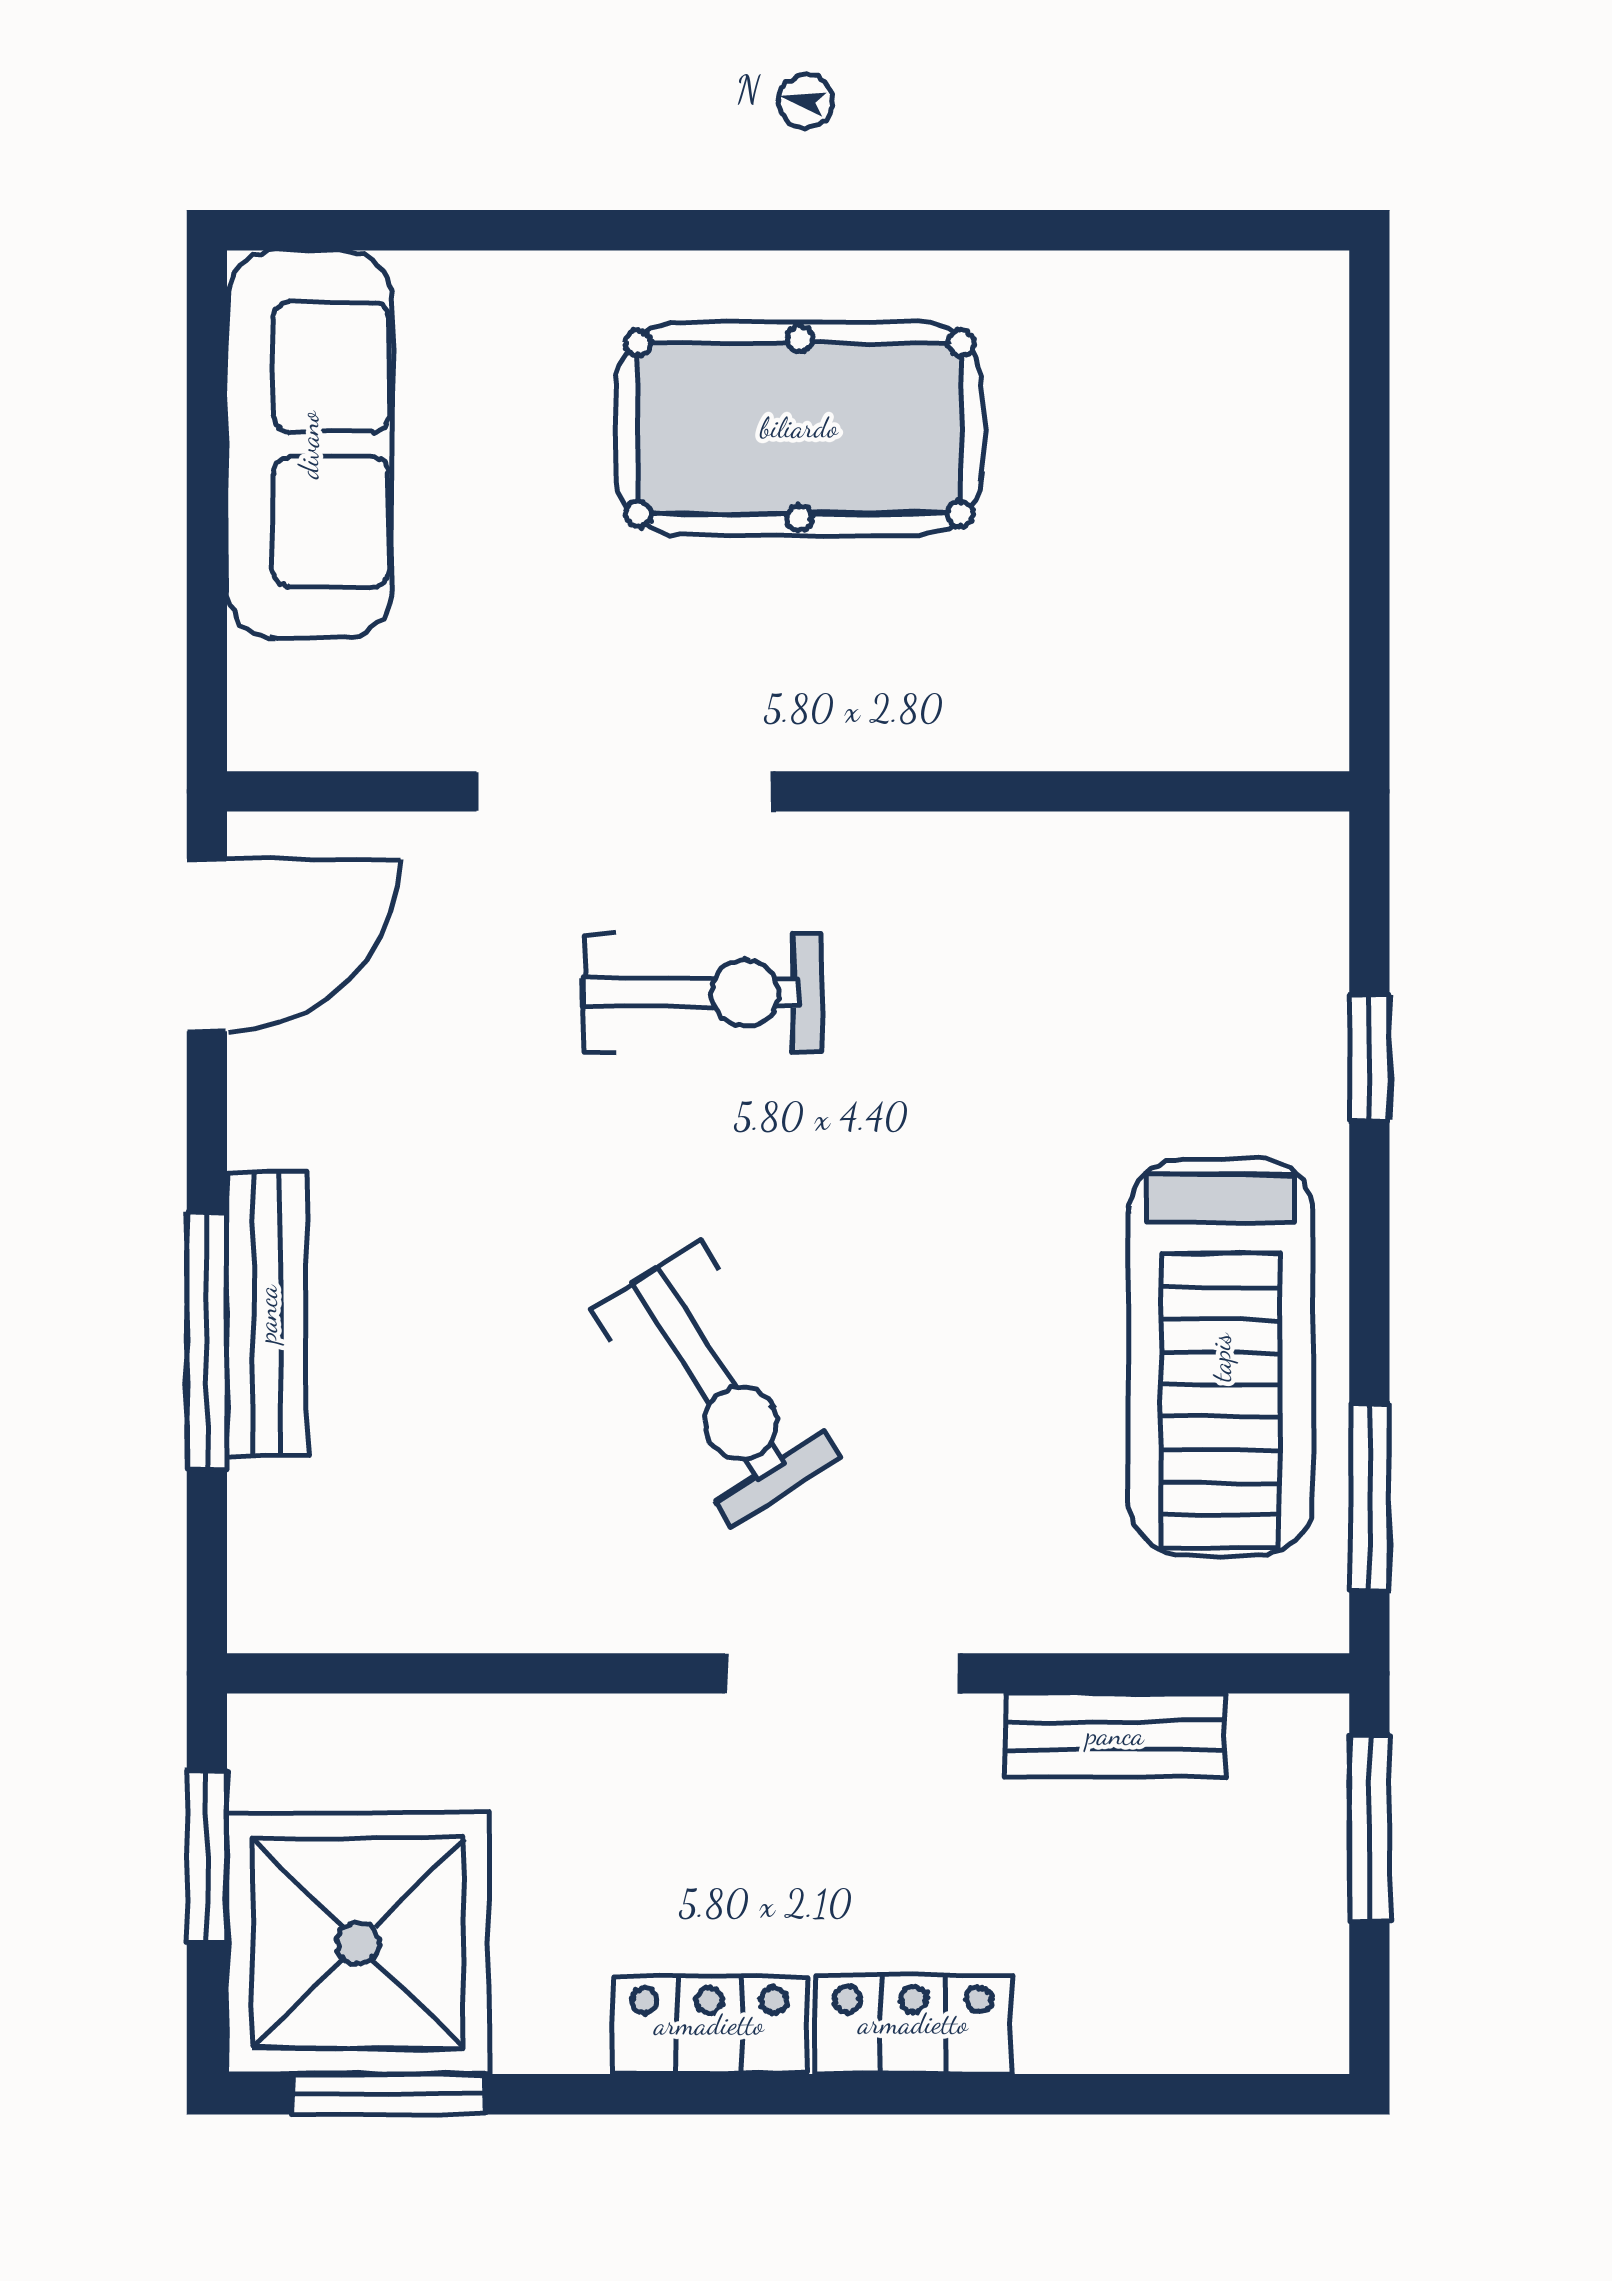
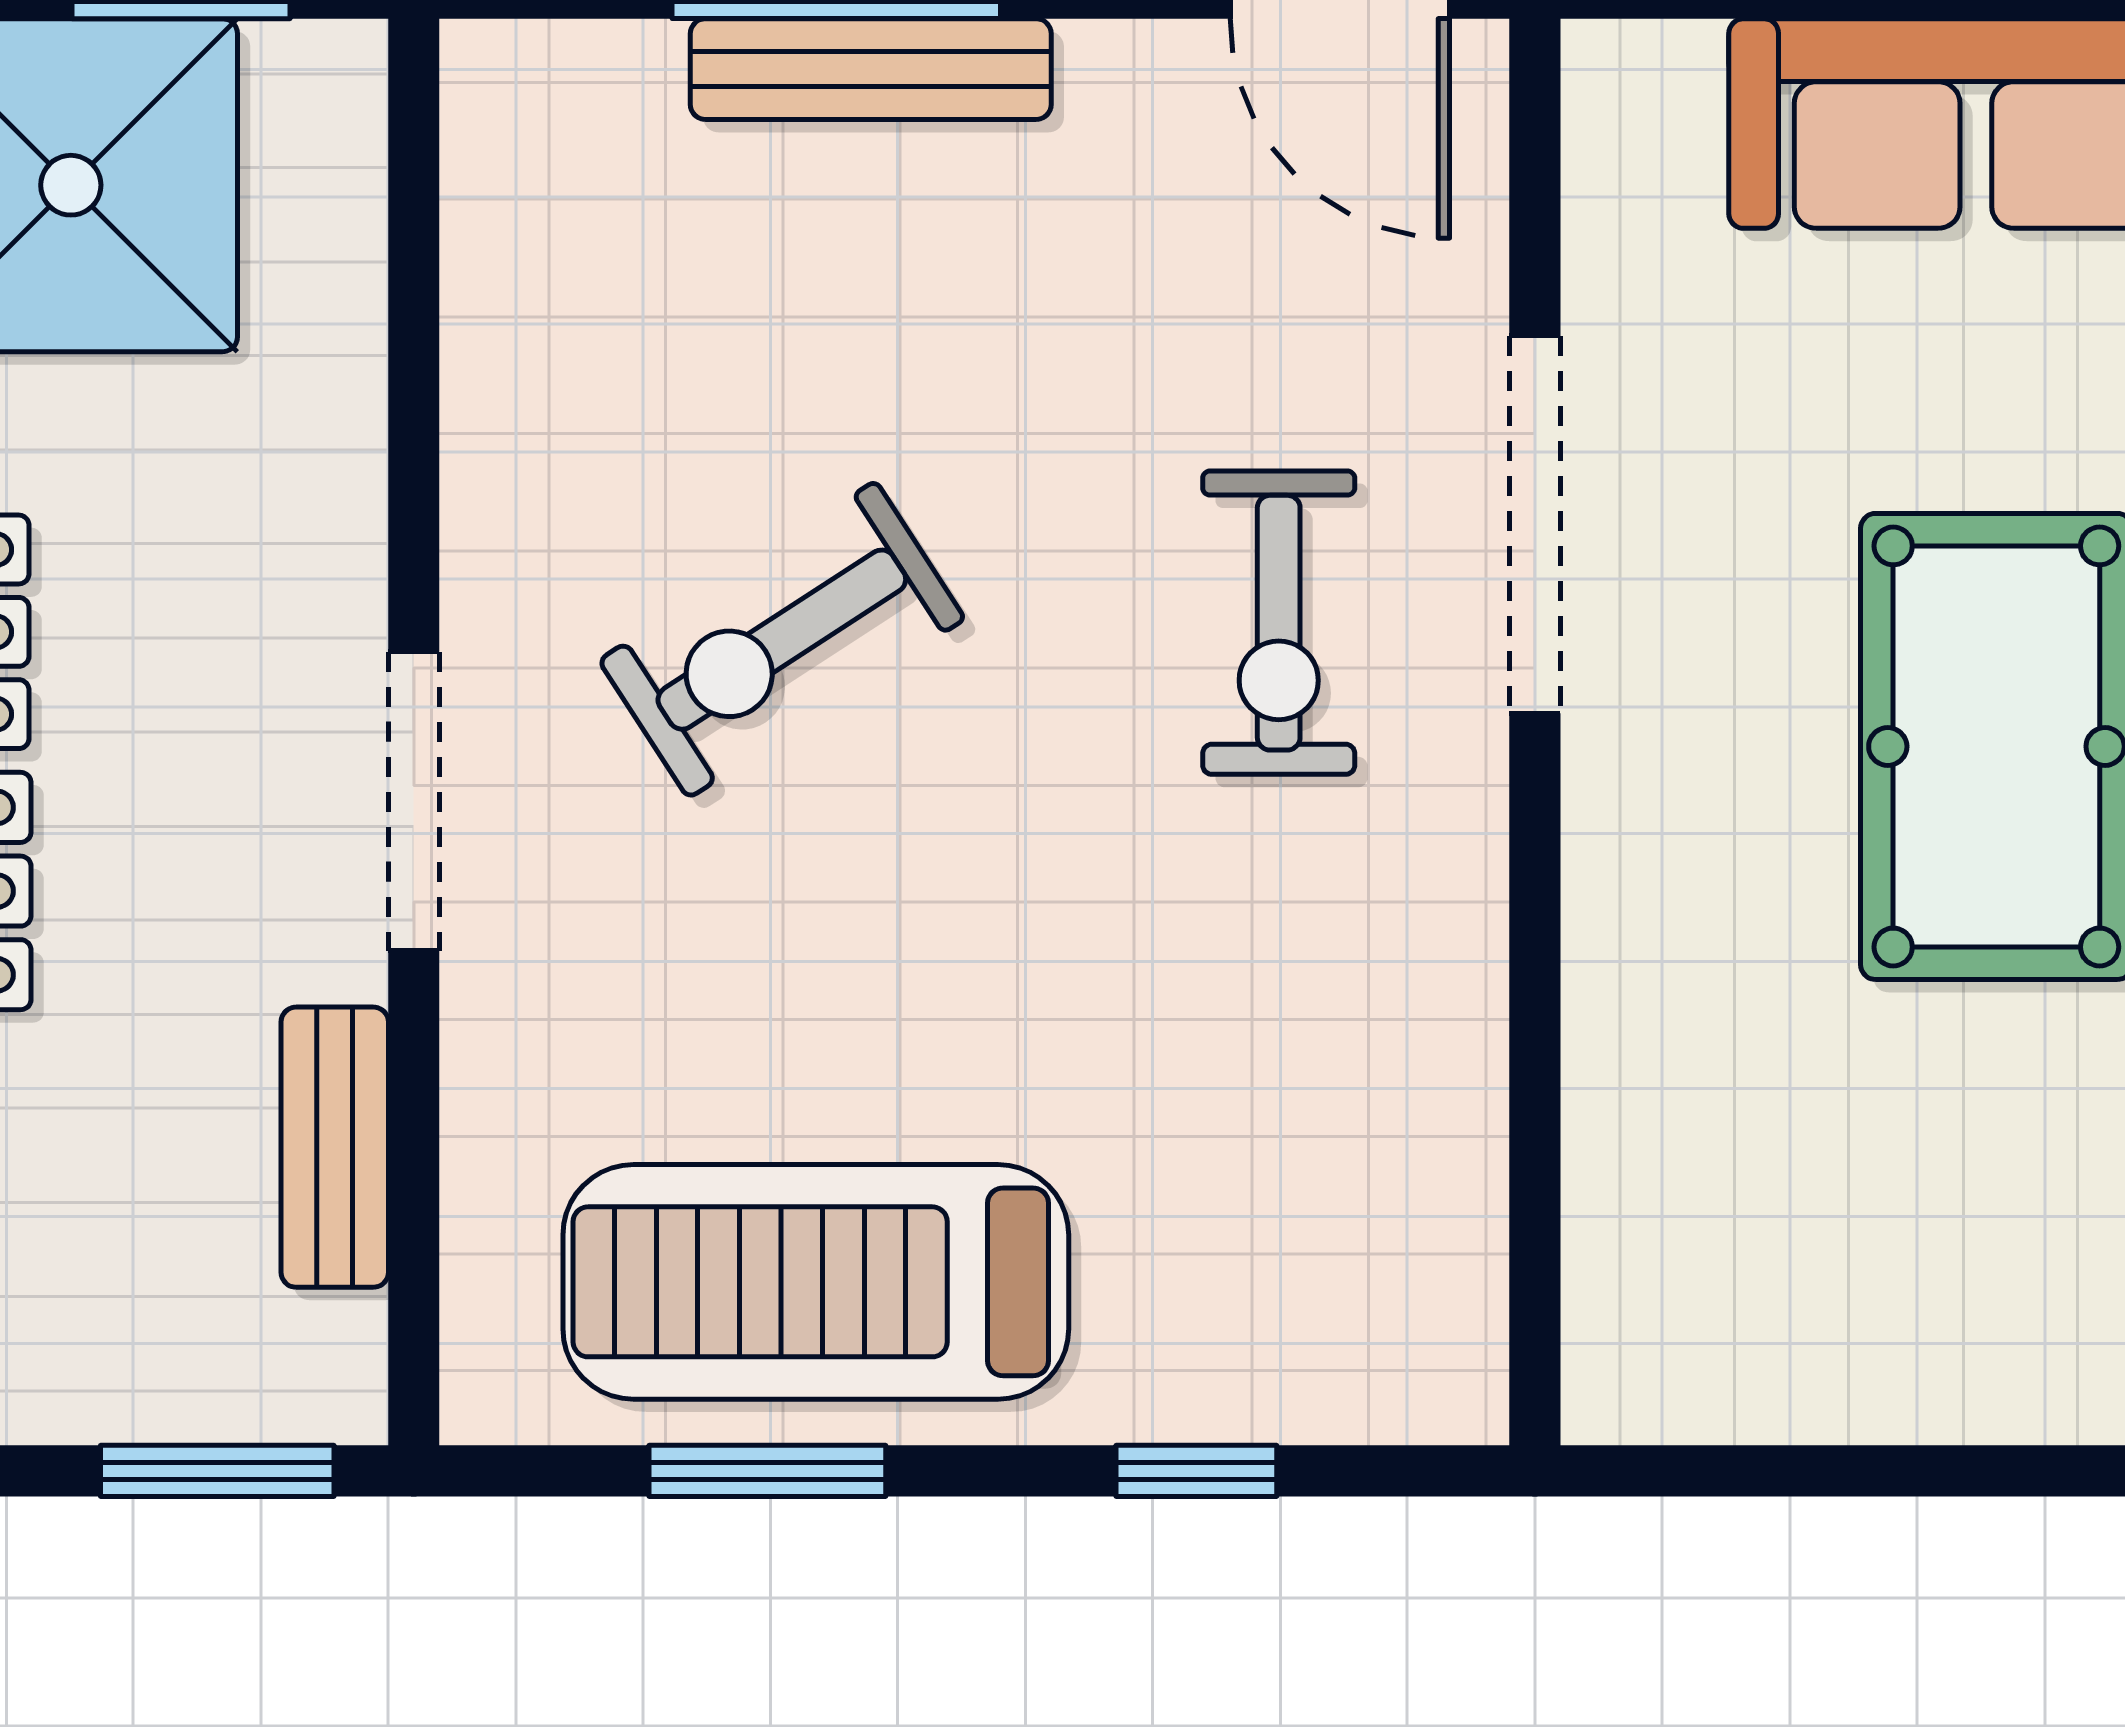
window: (1369, 1499) -> (767, 1471), moved

